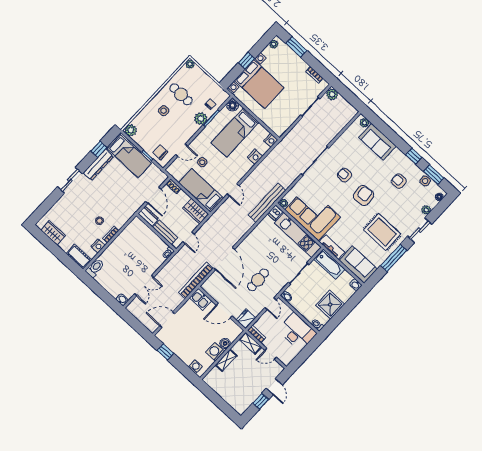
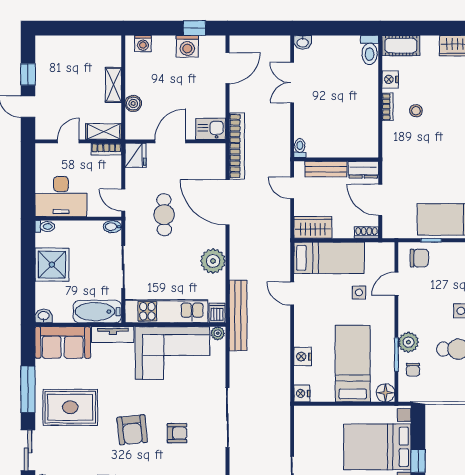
plant: (255, 238) -> (213, 261), added
washing machine: (215, 352) -> (187, 46), moved, turned 90

